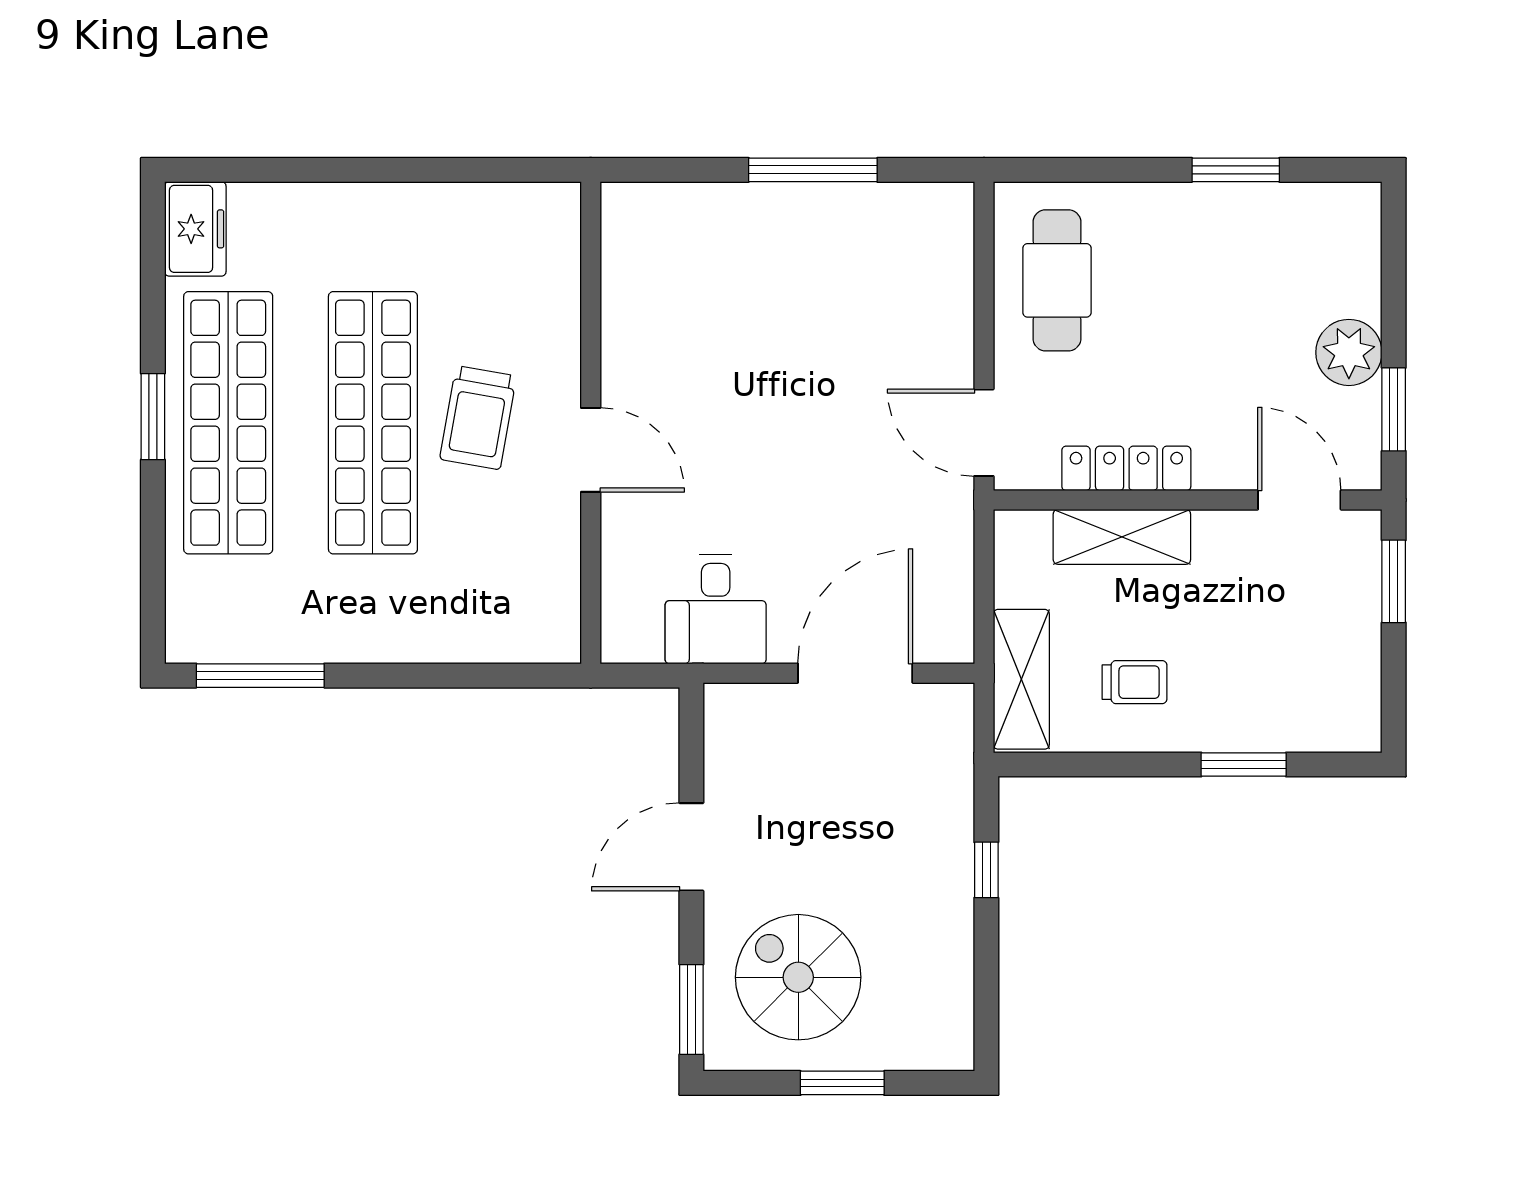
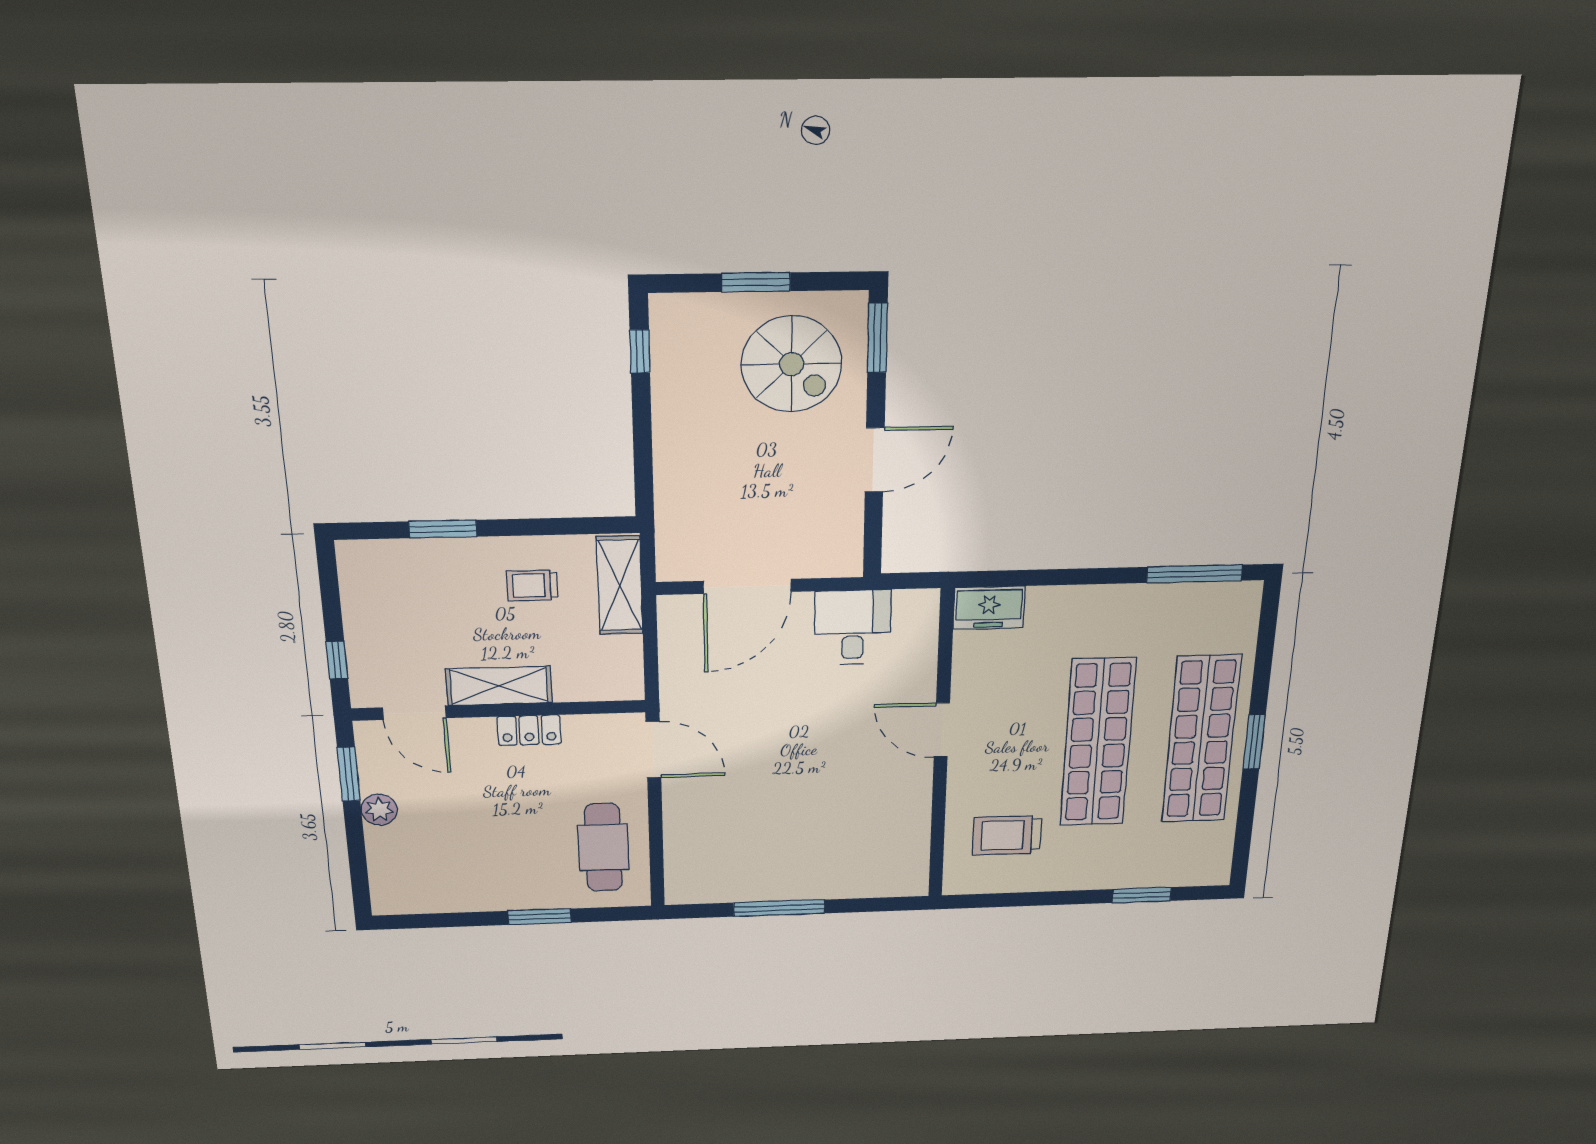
window: (292, 170) -> (1142, 895), added
window: (1236, 170) -> (540, 917), moved
freezer: (195, 229) -> (989, 608), moved, turned -90
plant: (1349, 352) -> (379, 810), width x0.73, depth x0.73
trolley: (478, 418) -> (1007, 835), moved, turned -100
locker: (1126, 468) -> (529, 730), width x0.66
shelving: (1122, 537) -> (499, 686), moved
window: (1394, 581) -> (337, 660), width x0.67
window: (986, 870) -> (640, 351), moved

